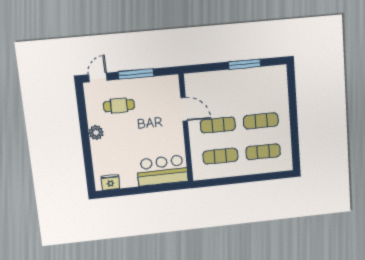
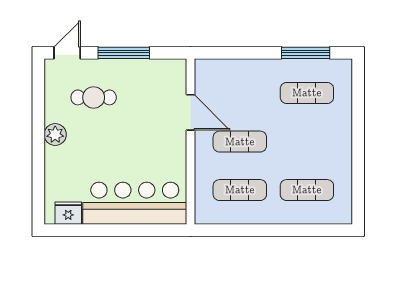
window: (245, 64) -> (306, 53), moved
exercise mat: (261, 121) -> (307, 93), moved
bar counter: (162, 171) -> (135, 203), width x1.36

